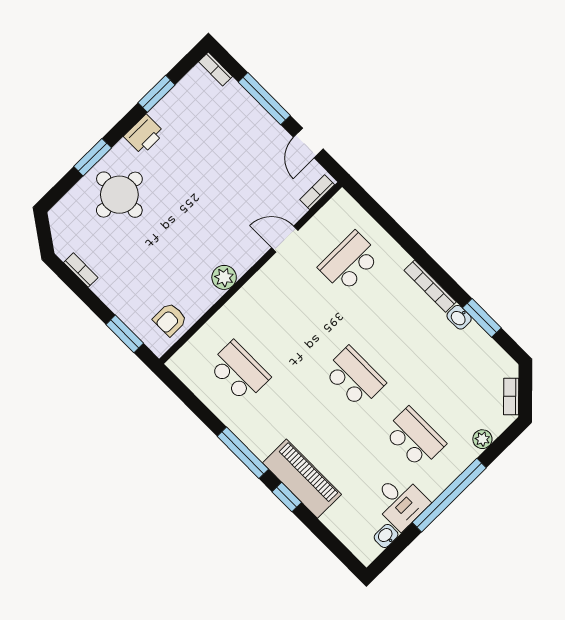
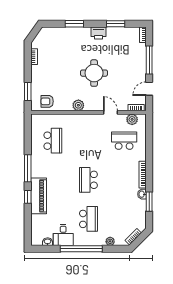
round table: (119, 195) -> (94, 73), moved
plant: (329, 217) -> (132, 119), added
school desk: (354, 377) -> (88, 180), turned 180

